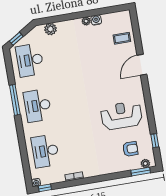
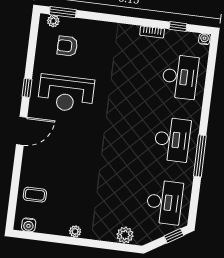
water cooler: (96, 20) -> (29, 225), moved
door: (142, 65) -> (22, 131), moved
window: (155, 141) -> (27, 88), moved
window: (45, 188) -> (178, 26), moved

